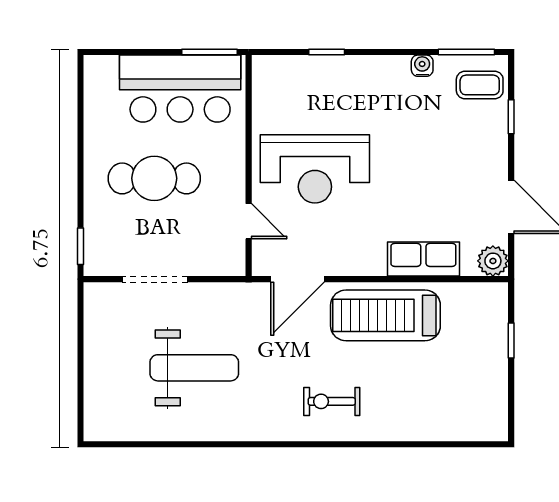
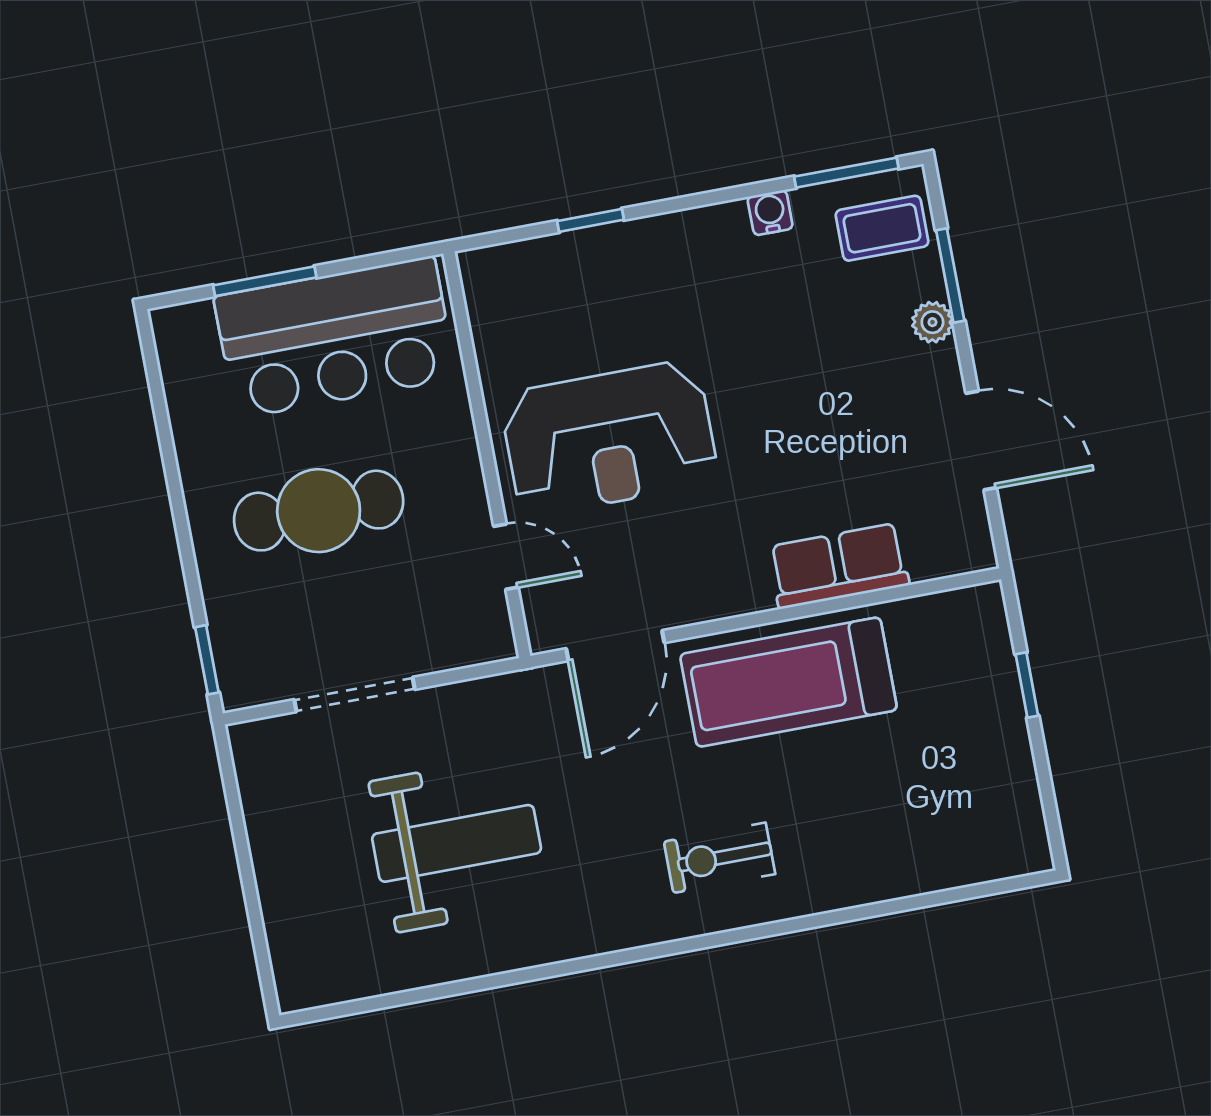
window: (209, 52) -> (265, 281), moved
window: (511, 117) -> (950, 276), width x1.50
plant: (493, 261) -> (932, 322), moved, width x0.73, depth x0.73

